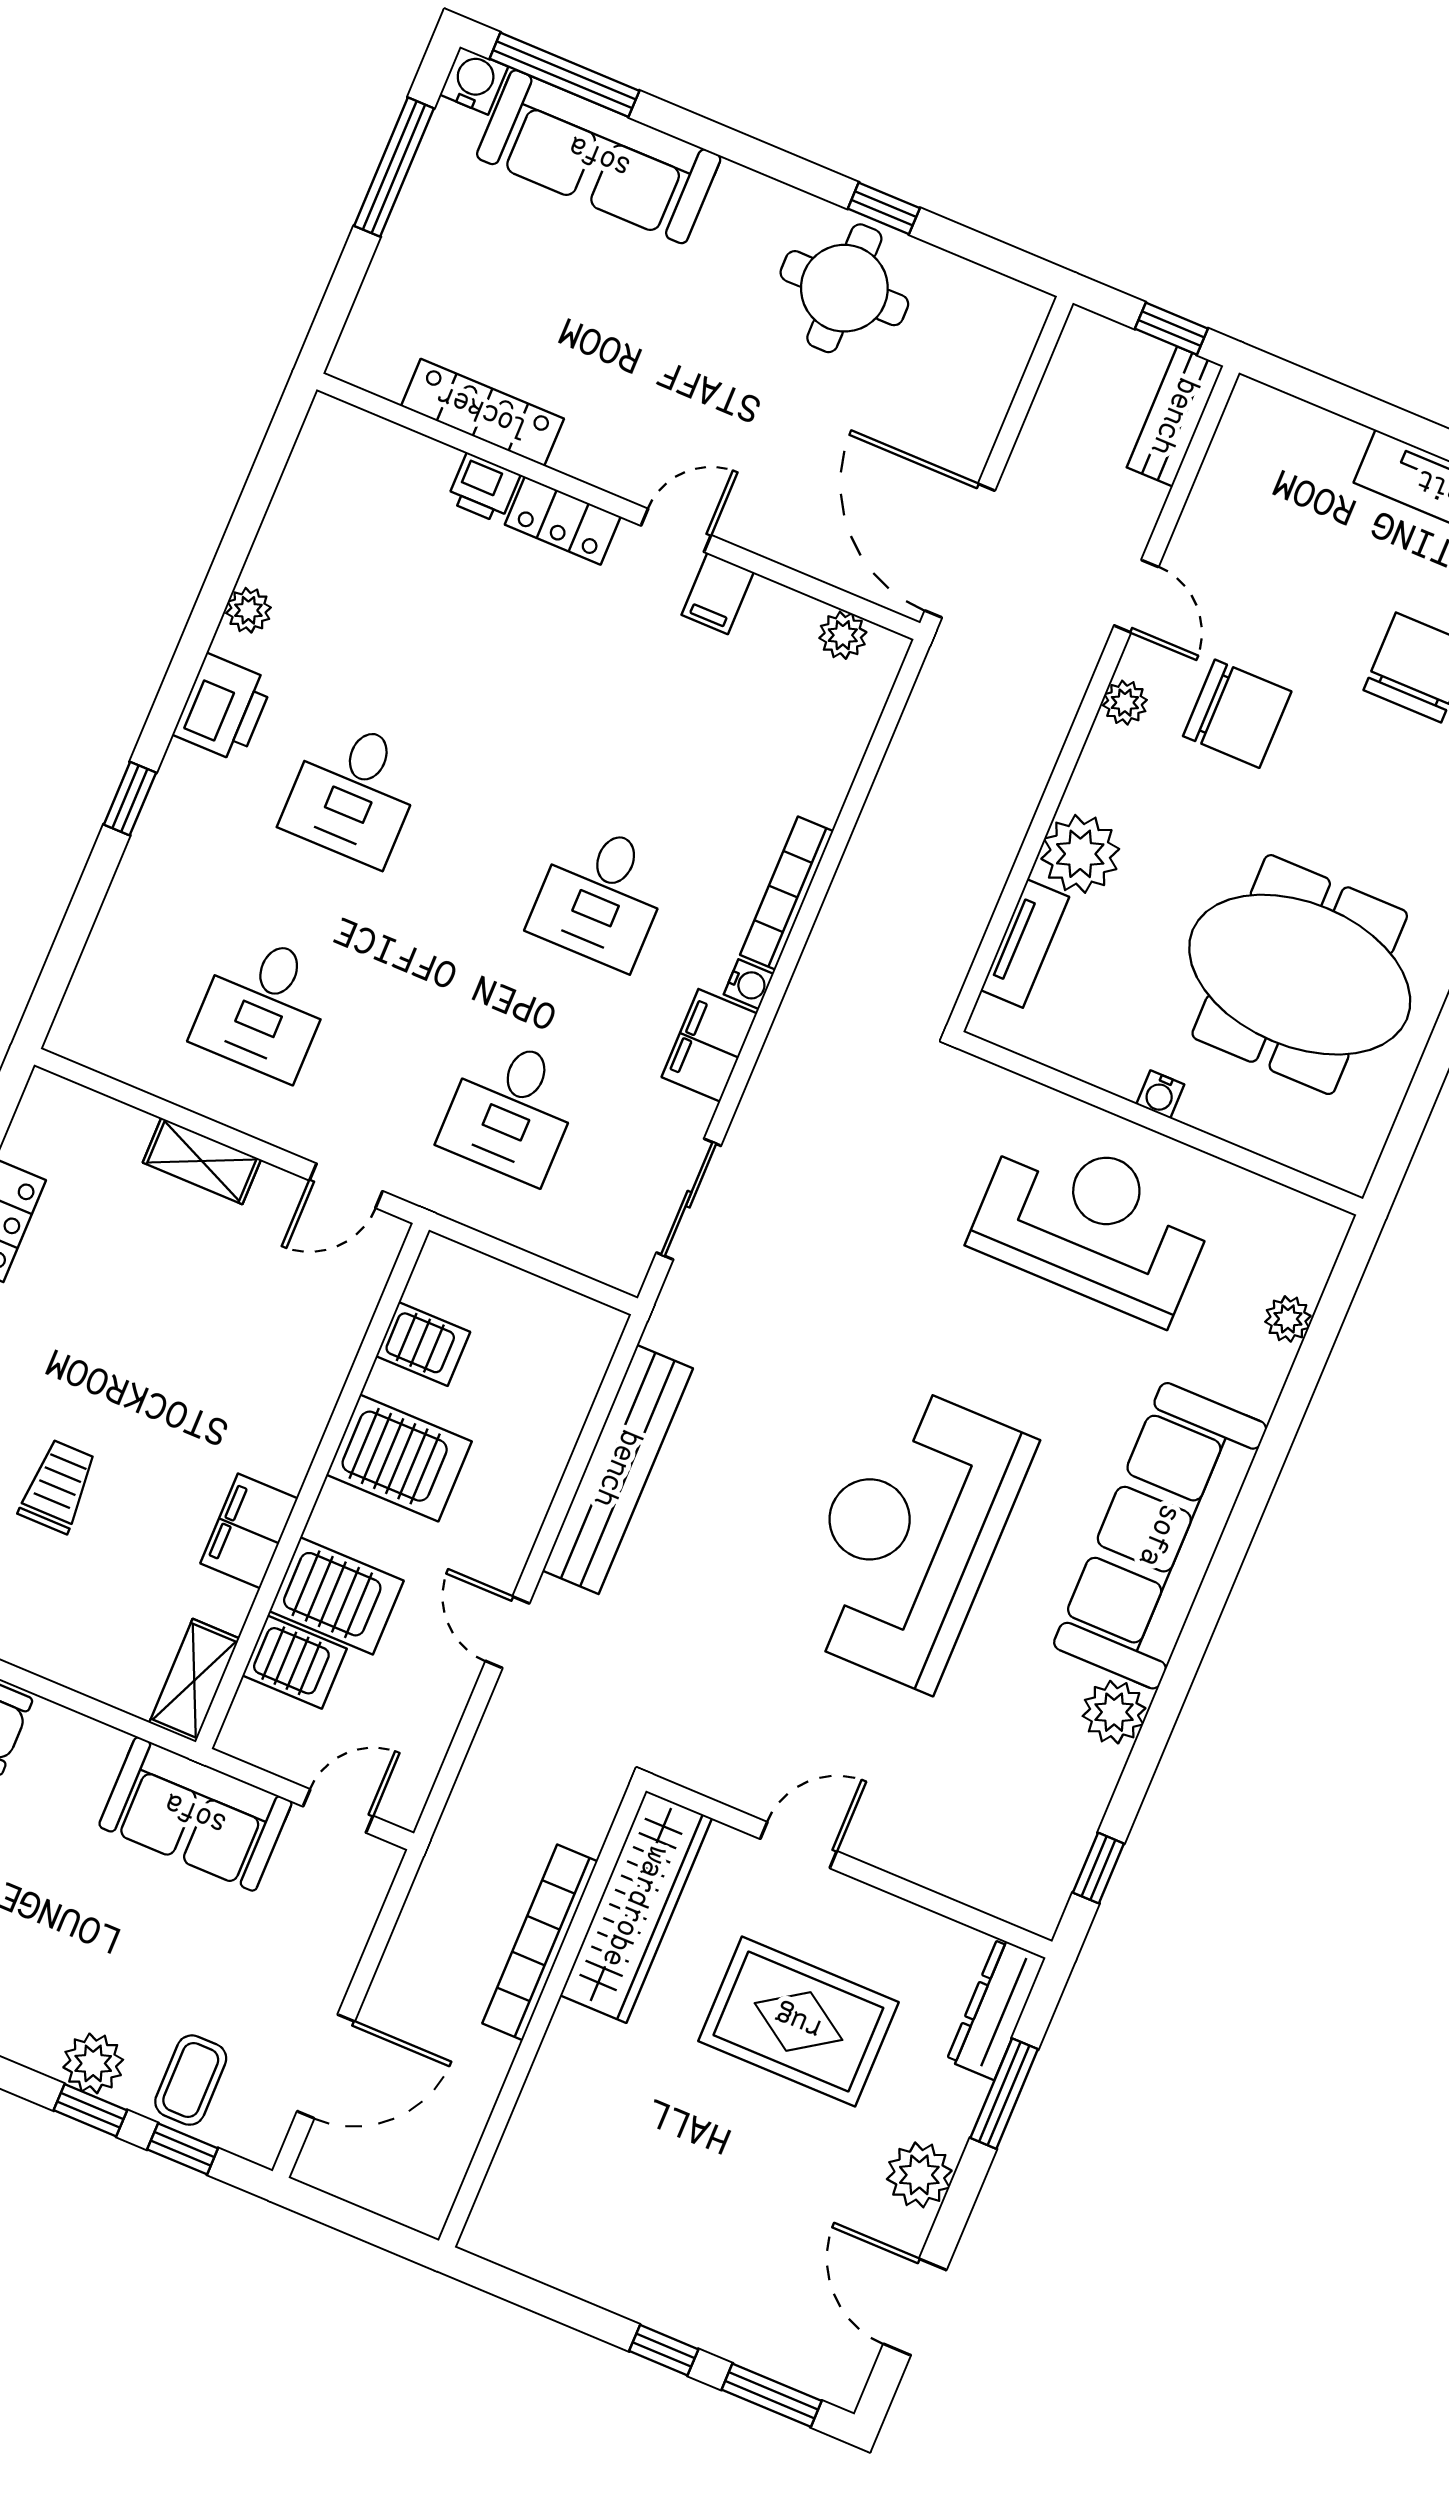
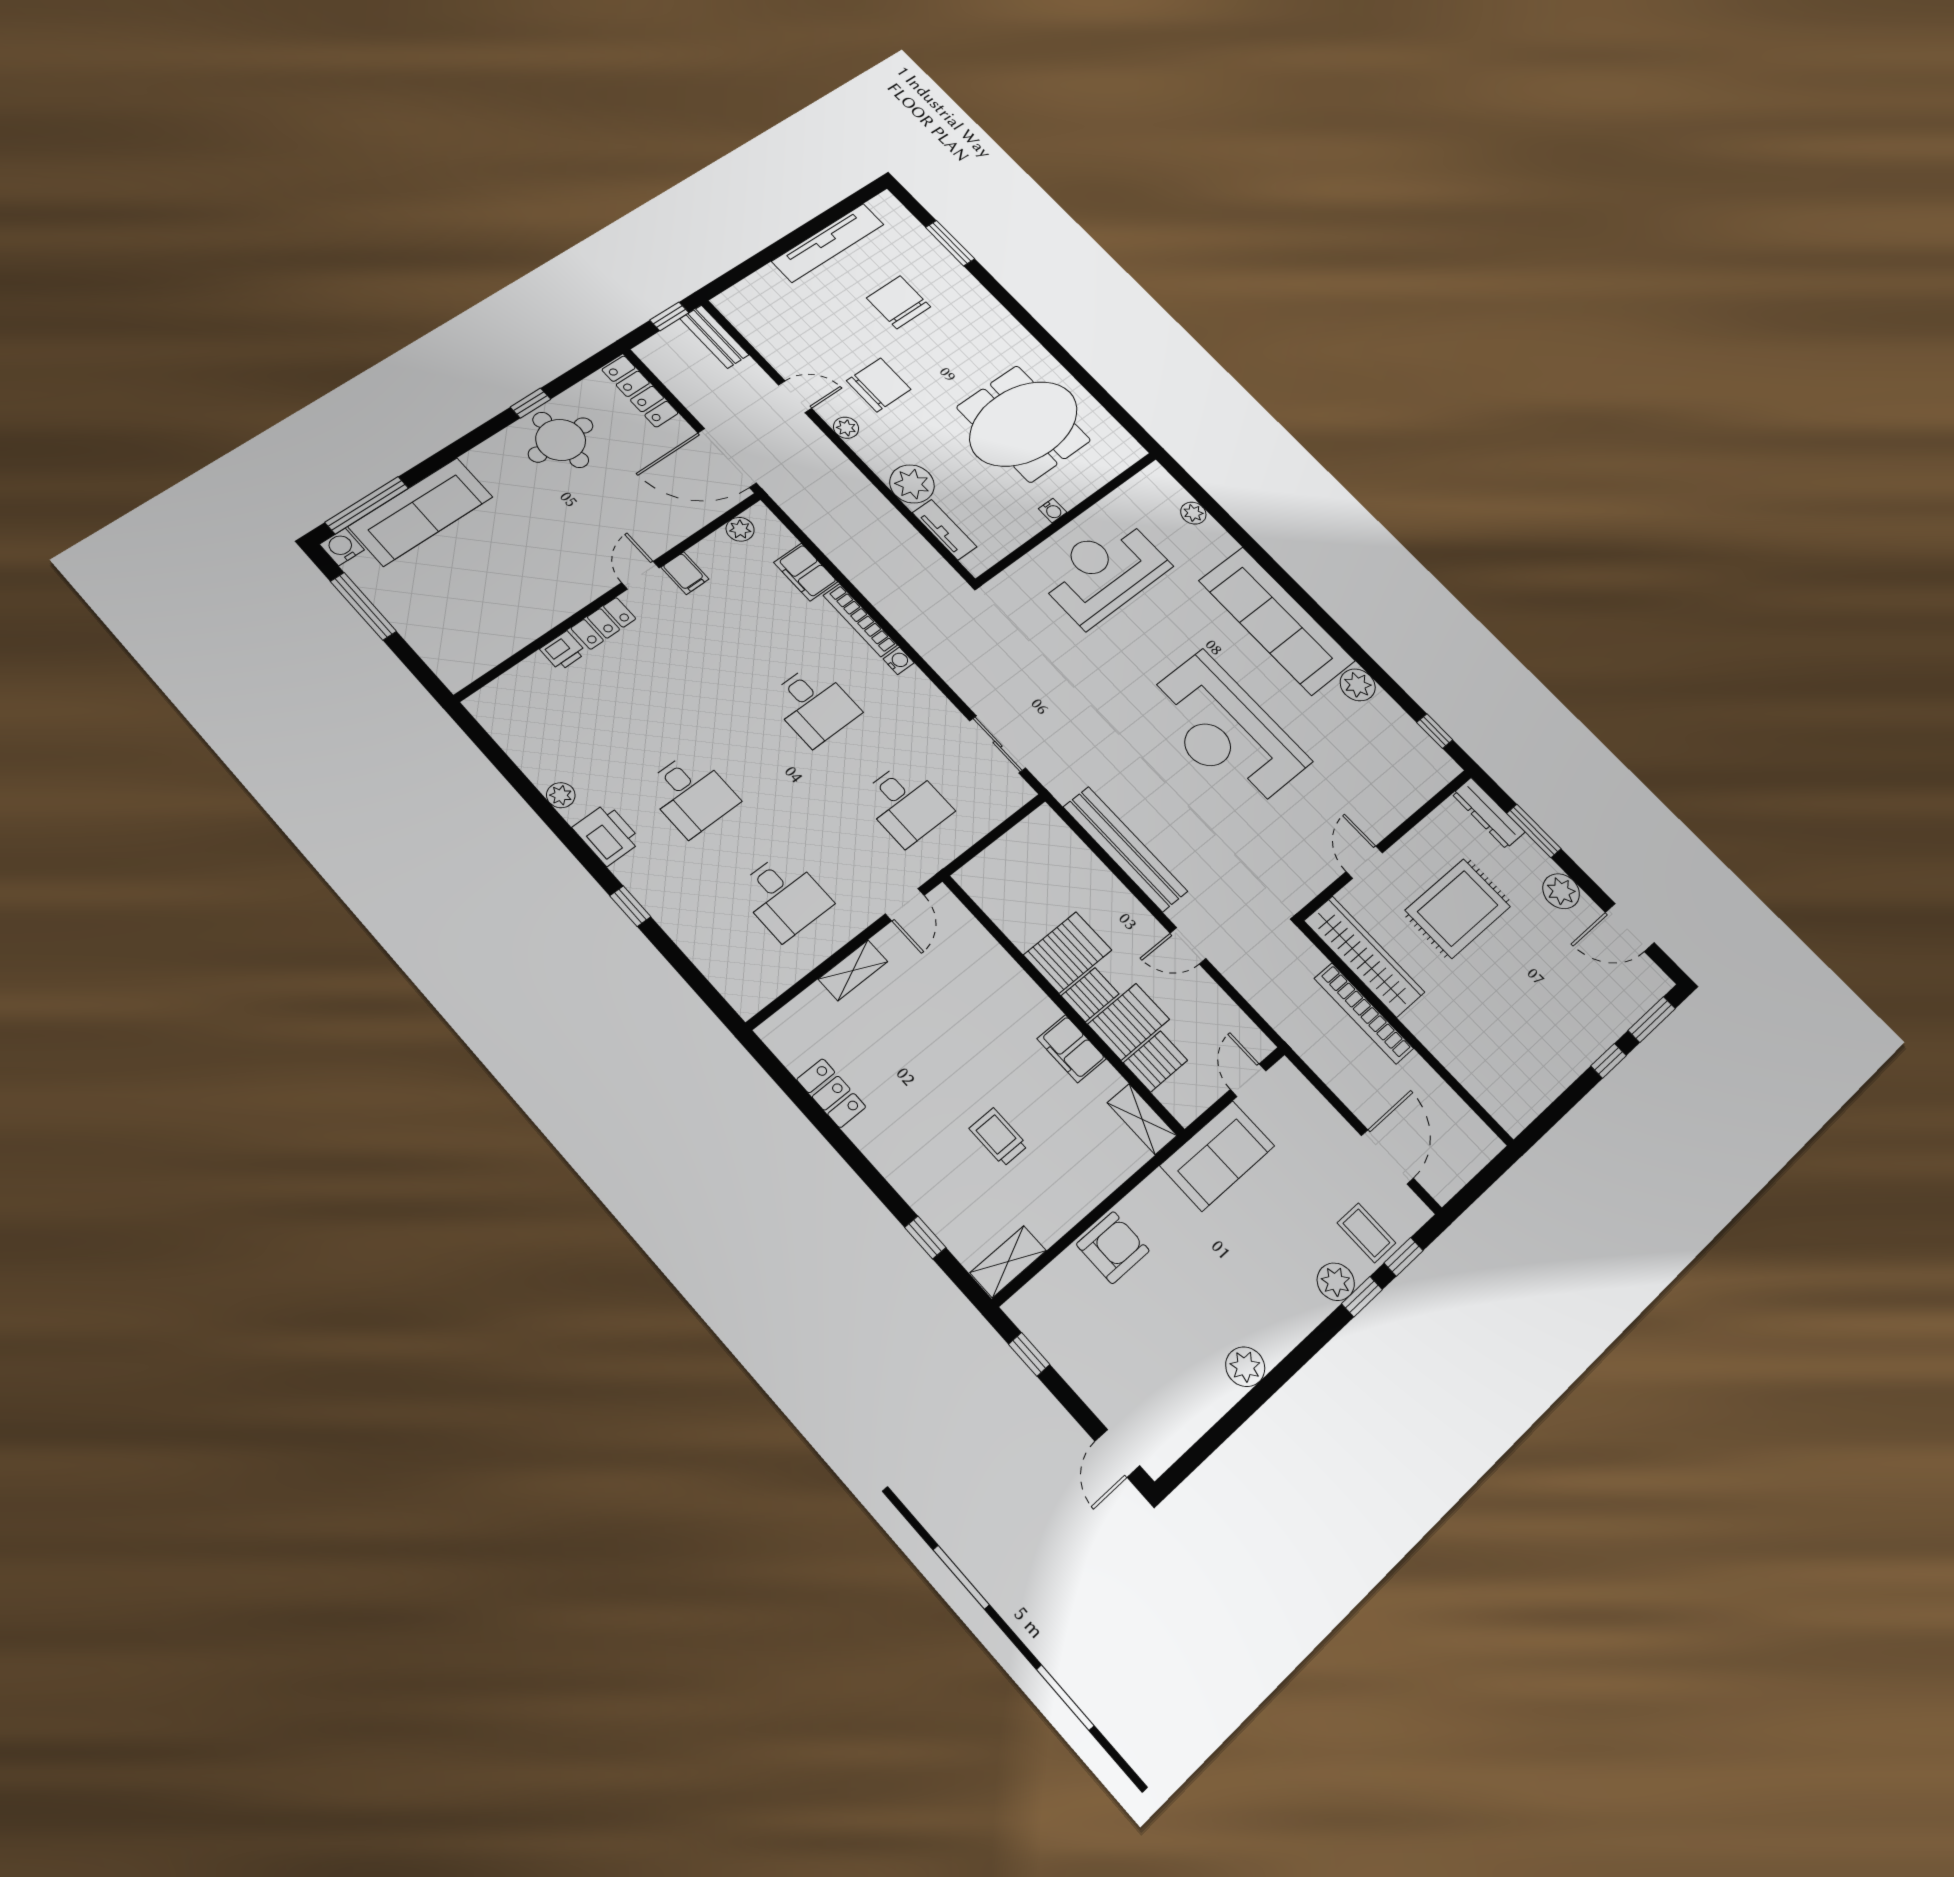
locker: (482, 412) -> (640, 391), moved, turned -90
filing cabinet: (709, 1045) -> (806, 572), moved
server rack: (423, 1344) -> (1090, 995), moved

